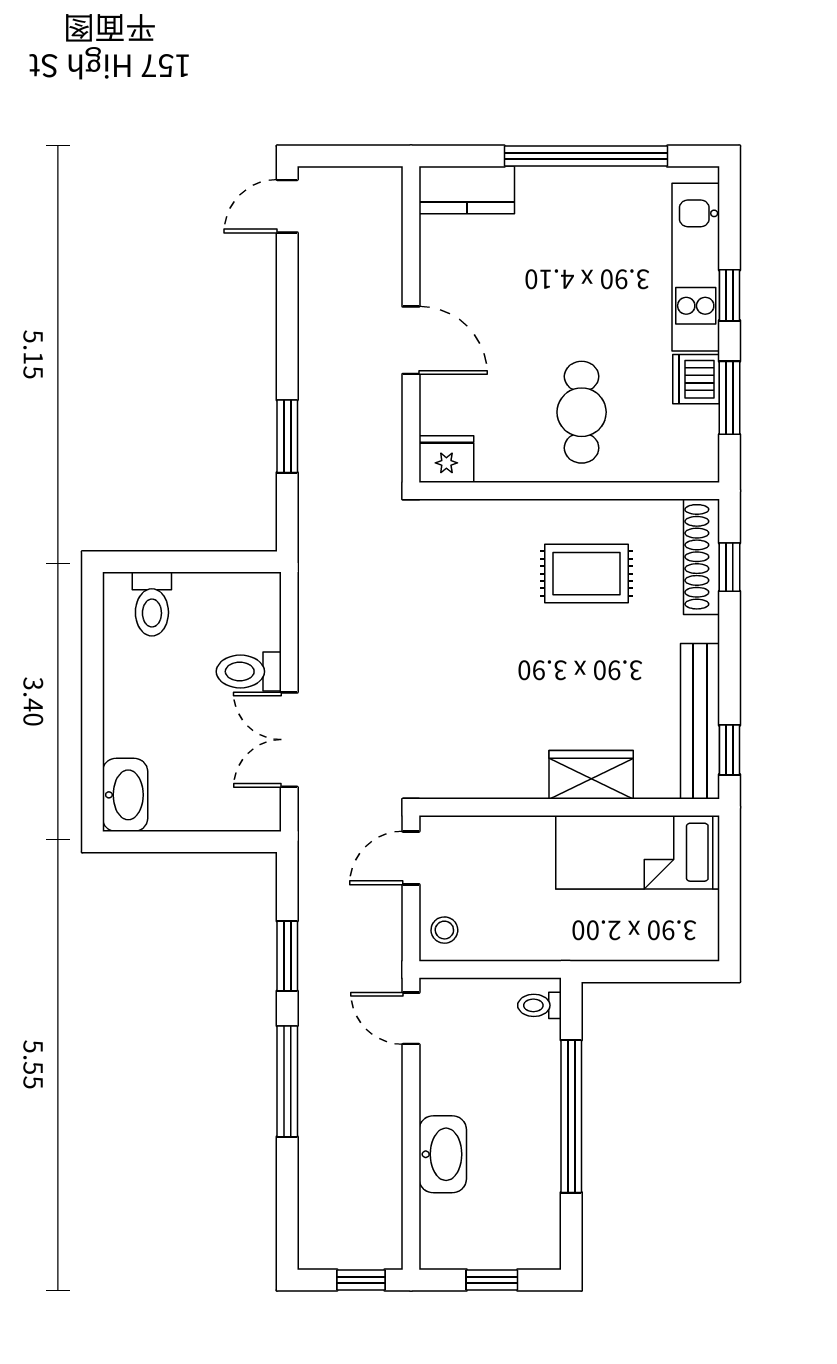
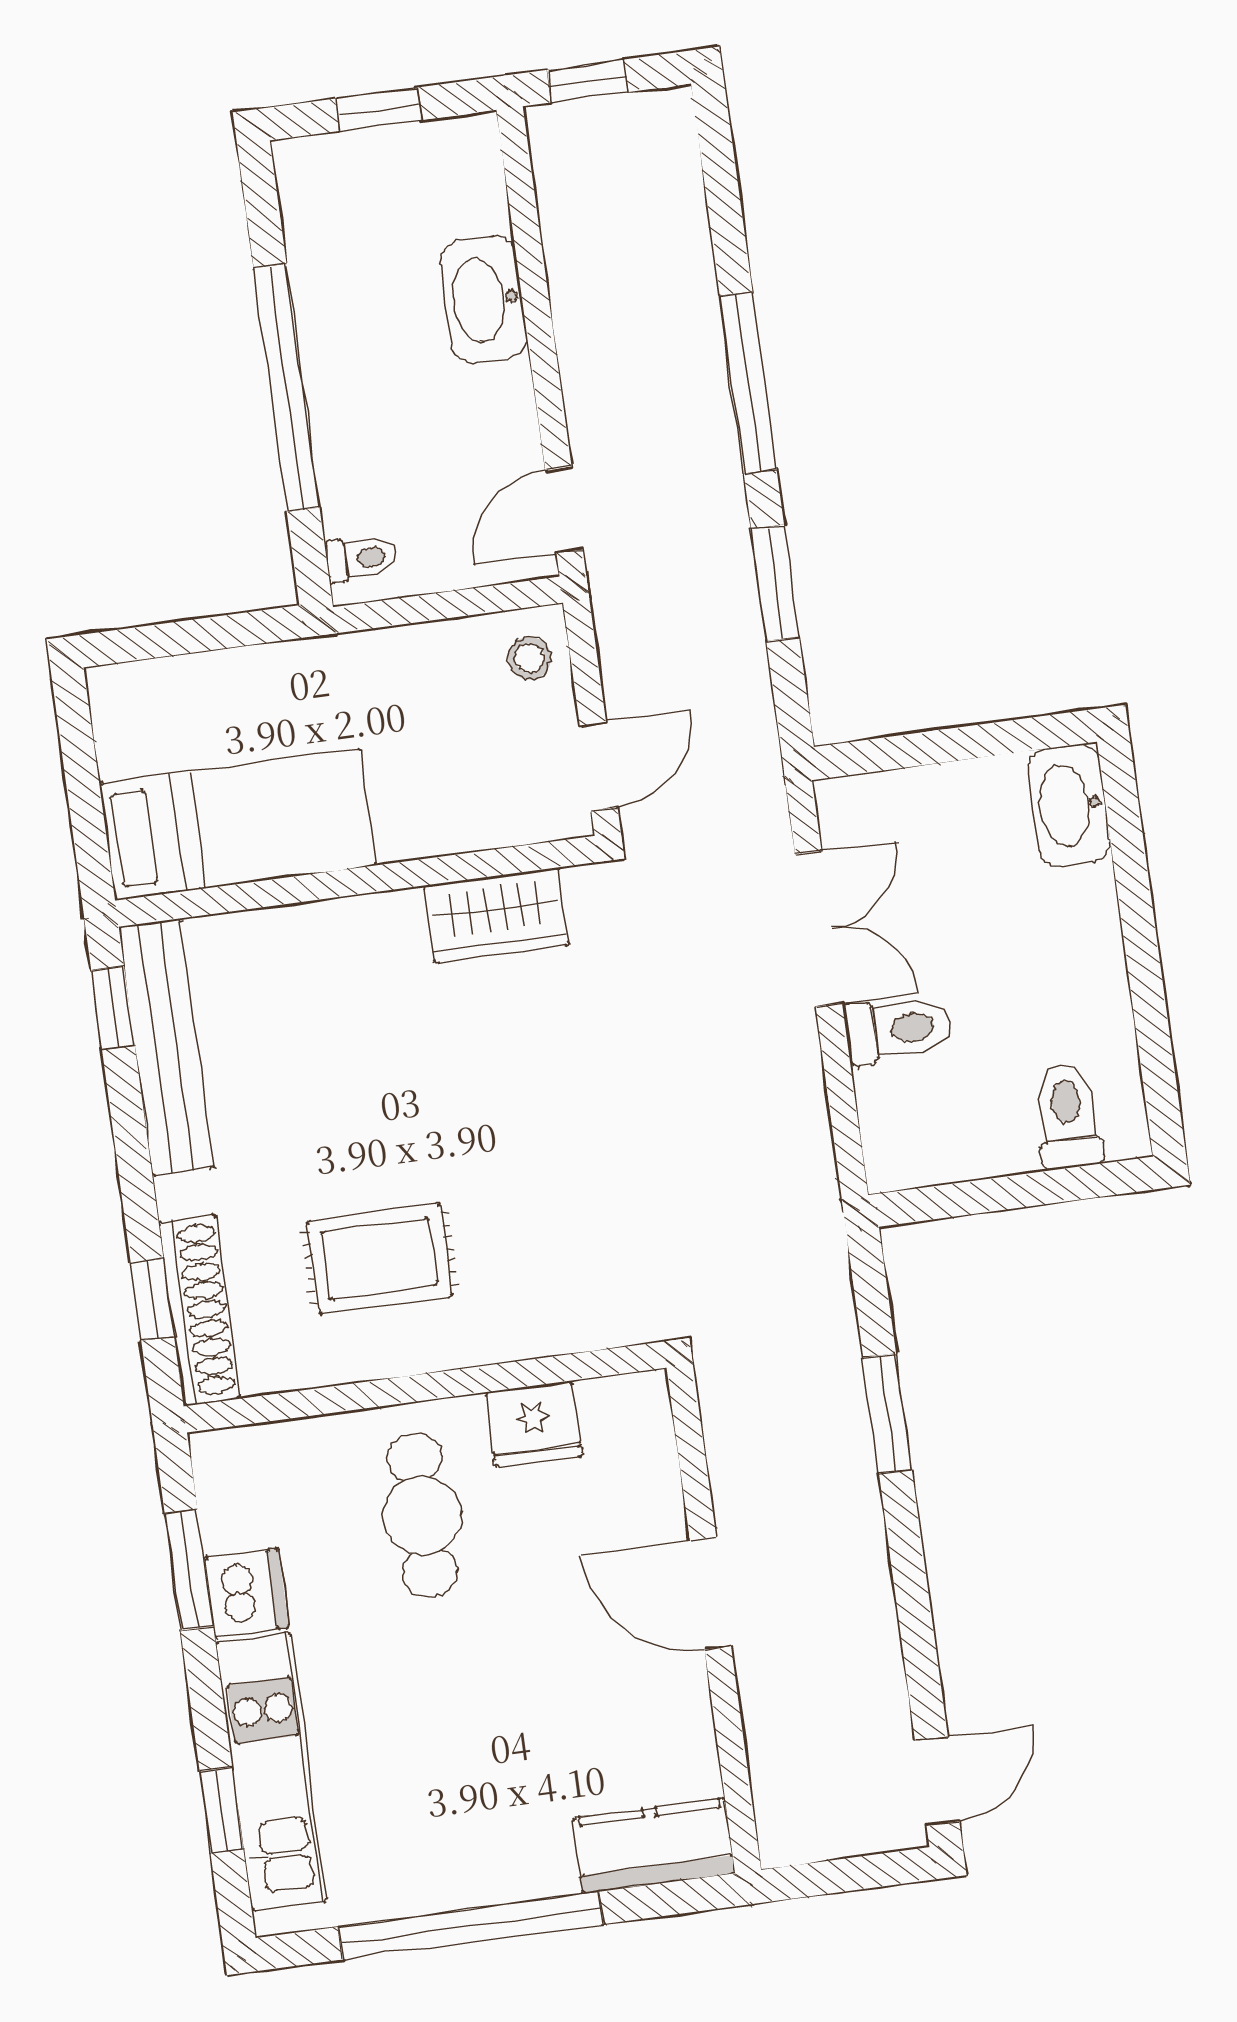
window: (730, 295) -> (221, 1810), moved
fridge: (446, 459) -> (534, 1424), moved
wardrobe: (591, 775) -> (496, 915), moved
door: (411, 1018) -> (564, 510), swing flipped

